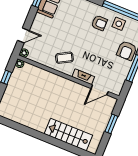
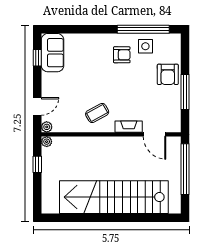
door: (100, 90) -> (155, 134), hinge flipped
window: (111, 124) -> (185, 169), width x2.11
stairs: (68, 135) -> (114, 197), width x1.86, depth x1.51

